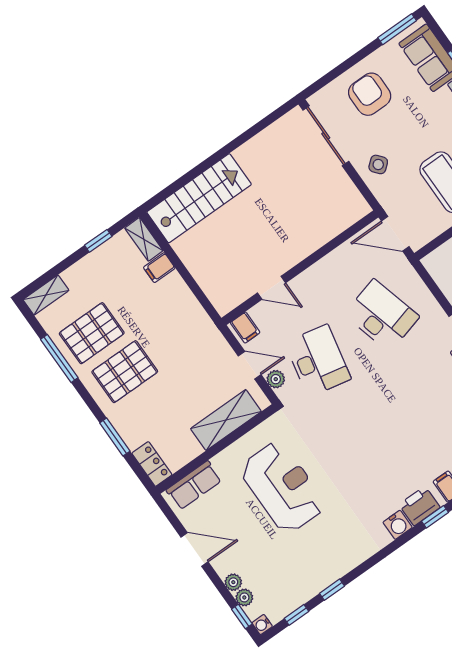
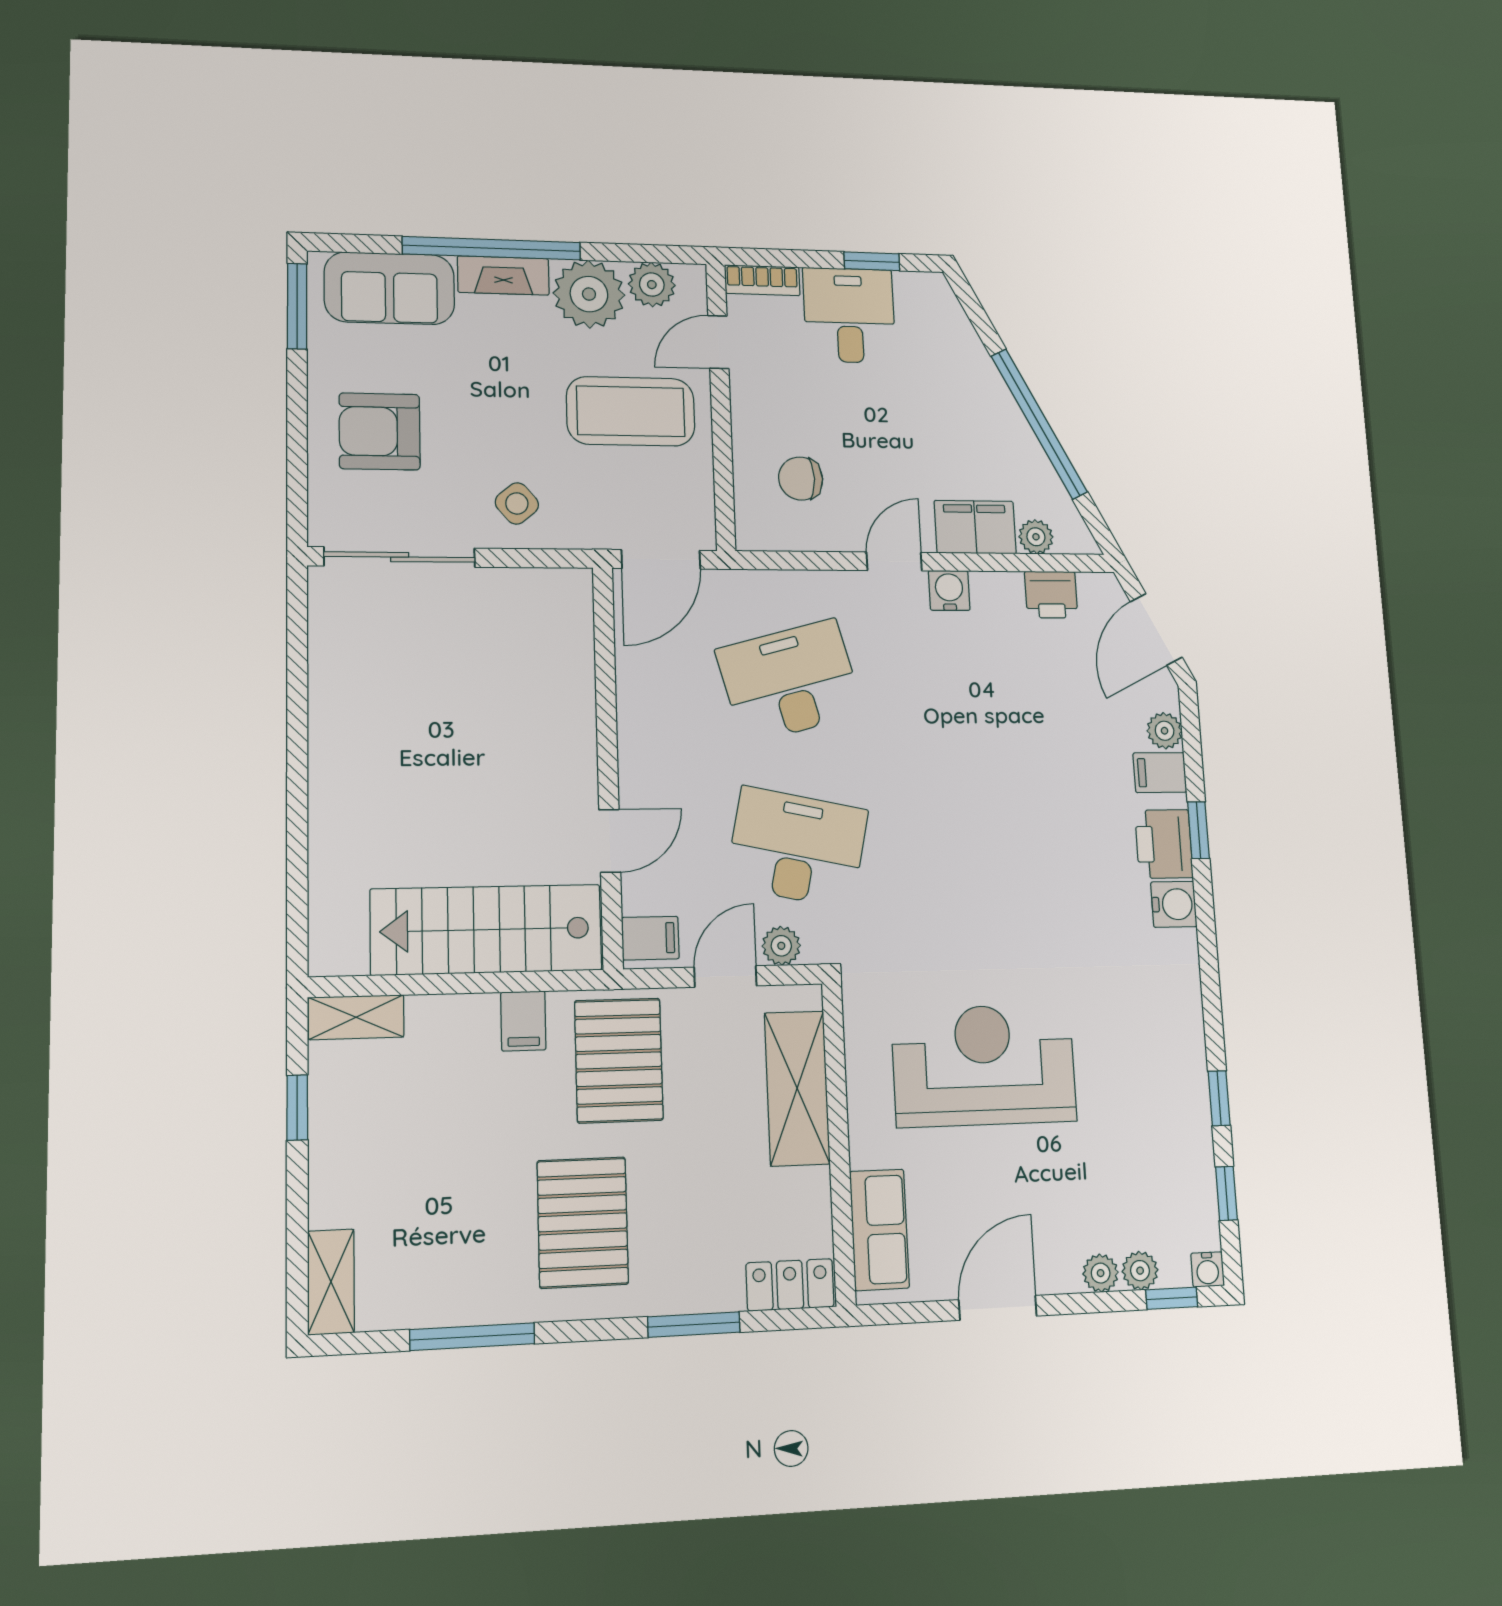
stairs: (199, 198) -> (486, 930), moved, turned -90
filing cabinet: (159, 268) -> (523, 1021), moved
pallet: (92, 333) -> (619, 1060), moved

